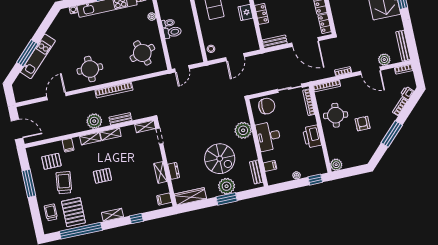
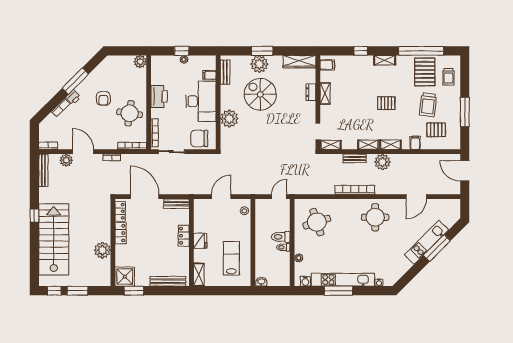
printer: (407, 93) -> (73, 97), moved
desk: (268, 136) -> (201, 101), width x1.36, depth x1.30
window: (315, 180) -> (182, 51), moved

